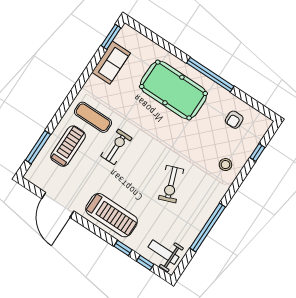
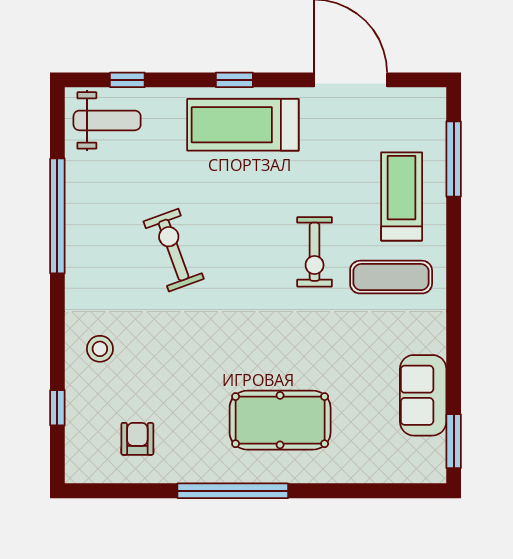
pool table: (173, 90) -> (280, 420), width x0.73, depth x0.76
treadmill: (68, 146) -> (402, 196), turned 180
window: (123, 248) -> (234, 80), moved

